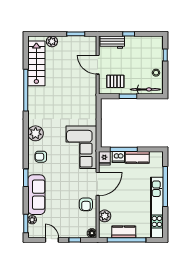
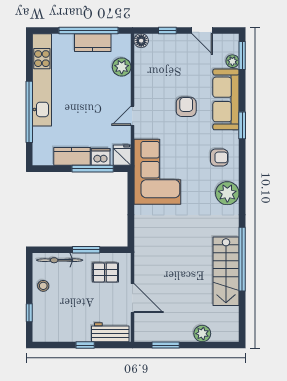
stairs: (36, 63) -> (226, 271), moved
door: (98, 184) -> (132, 116), width x0.53
armchair: (86, 204) -> (186, 107), moved

